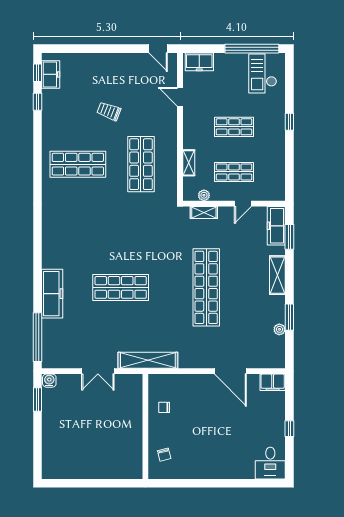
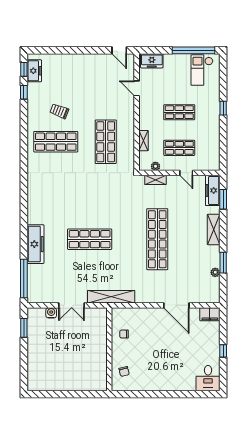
trolley: (109, 111) -> (59, 111), moved
door: (243, 204) -> (186, 173), hinge flipped
water cooler: (49, 381) -> (51, 313), moved

